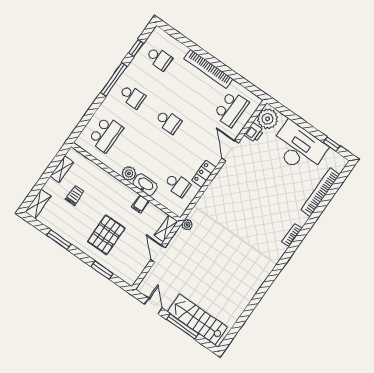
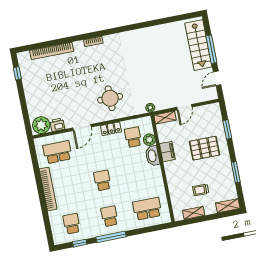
desk: (298, 148) -> (39, 90), removed
plant: (129, 173) -> (149, 140), moved
round table: (230, 200) -> (110, 98), added
filing cabinet: (140, 204) -> (167, 152), width x2.00

